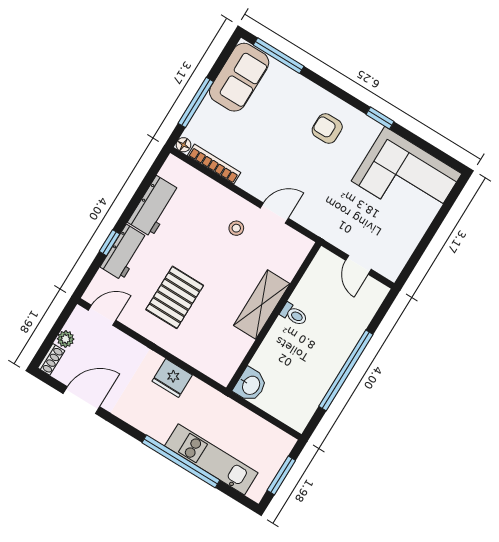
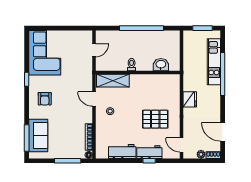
sofa: (239, 77) -> (38, 136), moved, turned 90
shelving: (262, 305) -> (113, 81), moved
washbasin: (250, 385) -> (161, 65), moved

